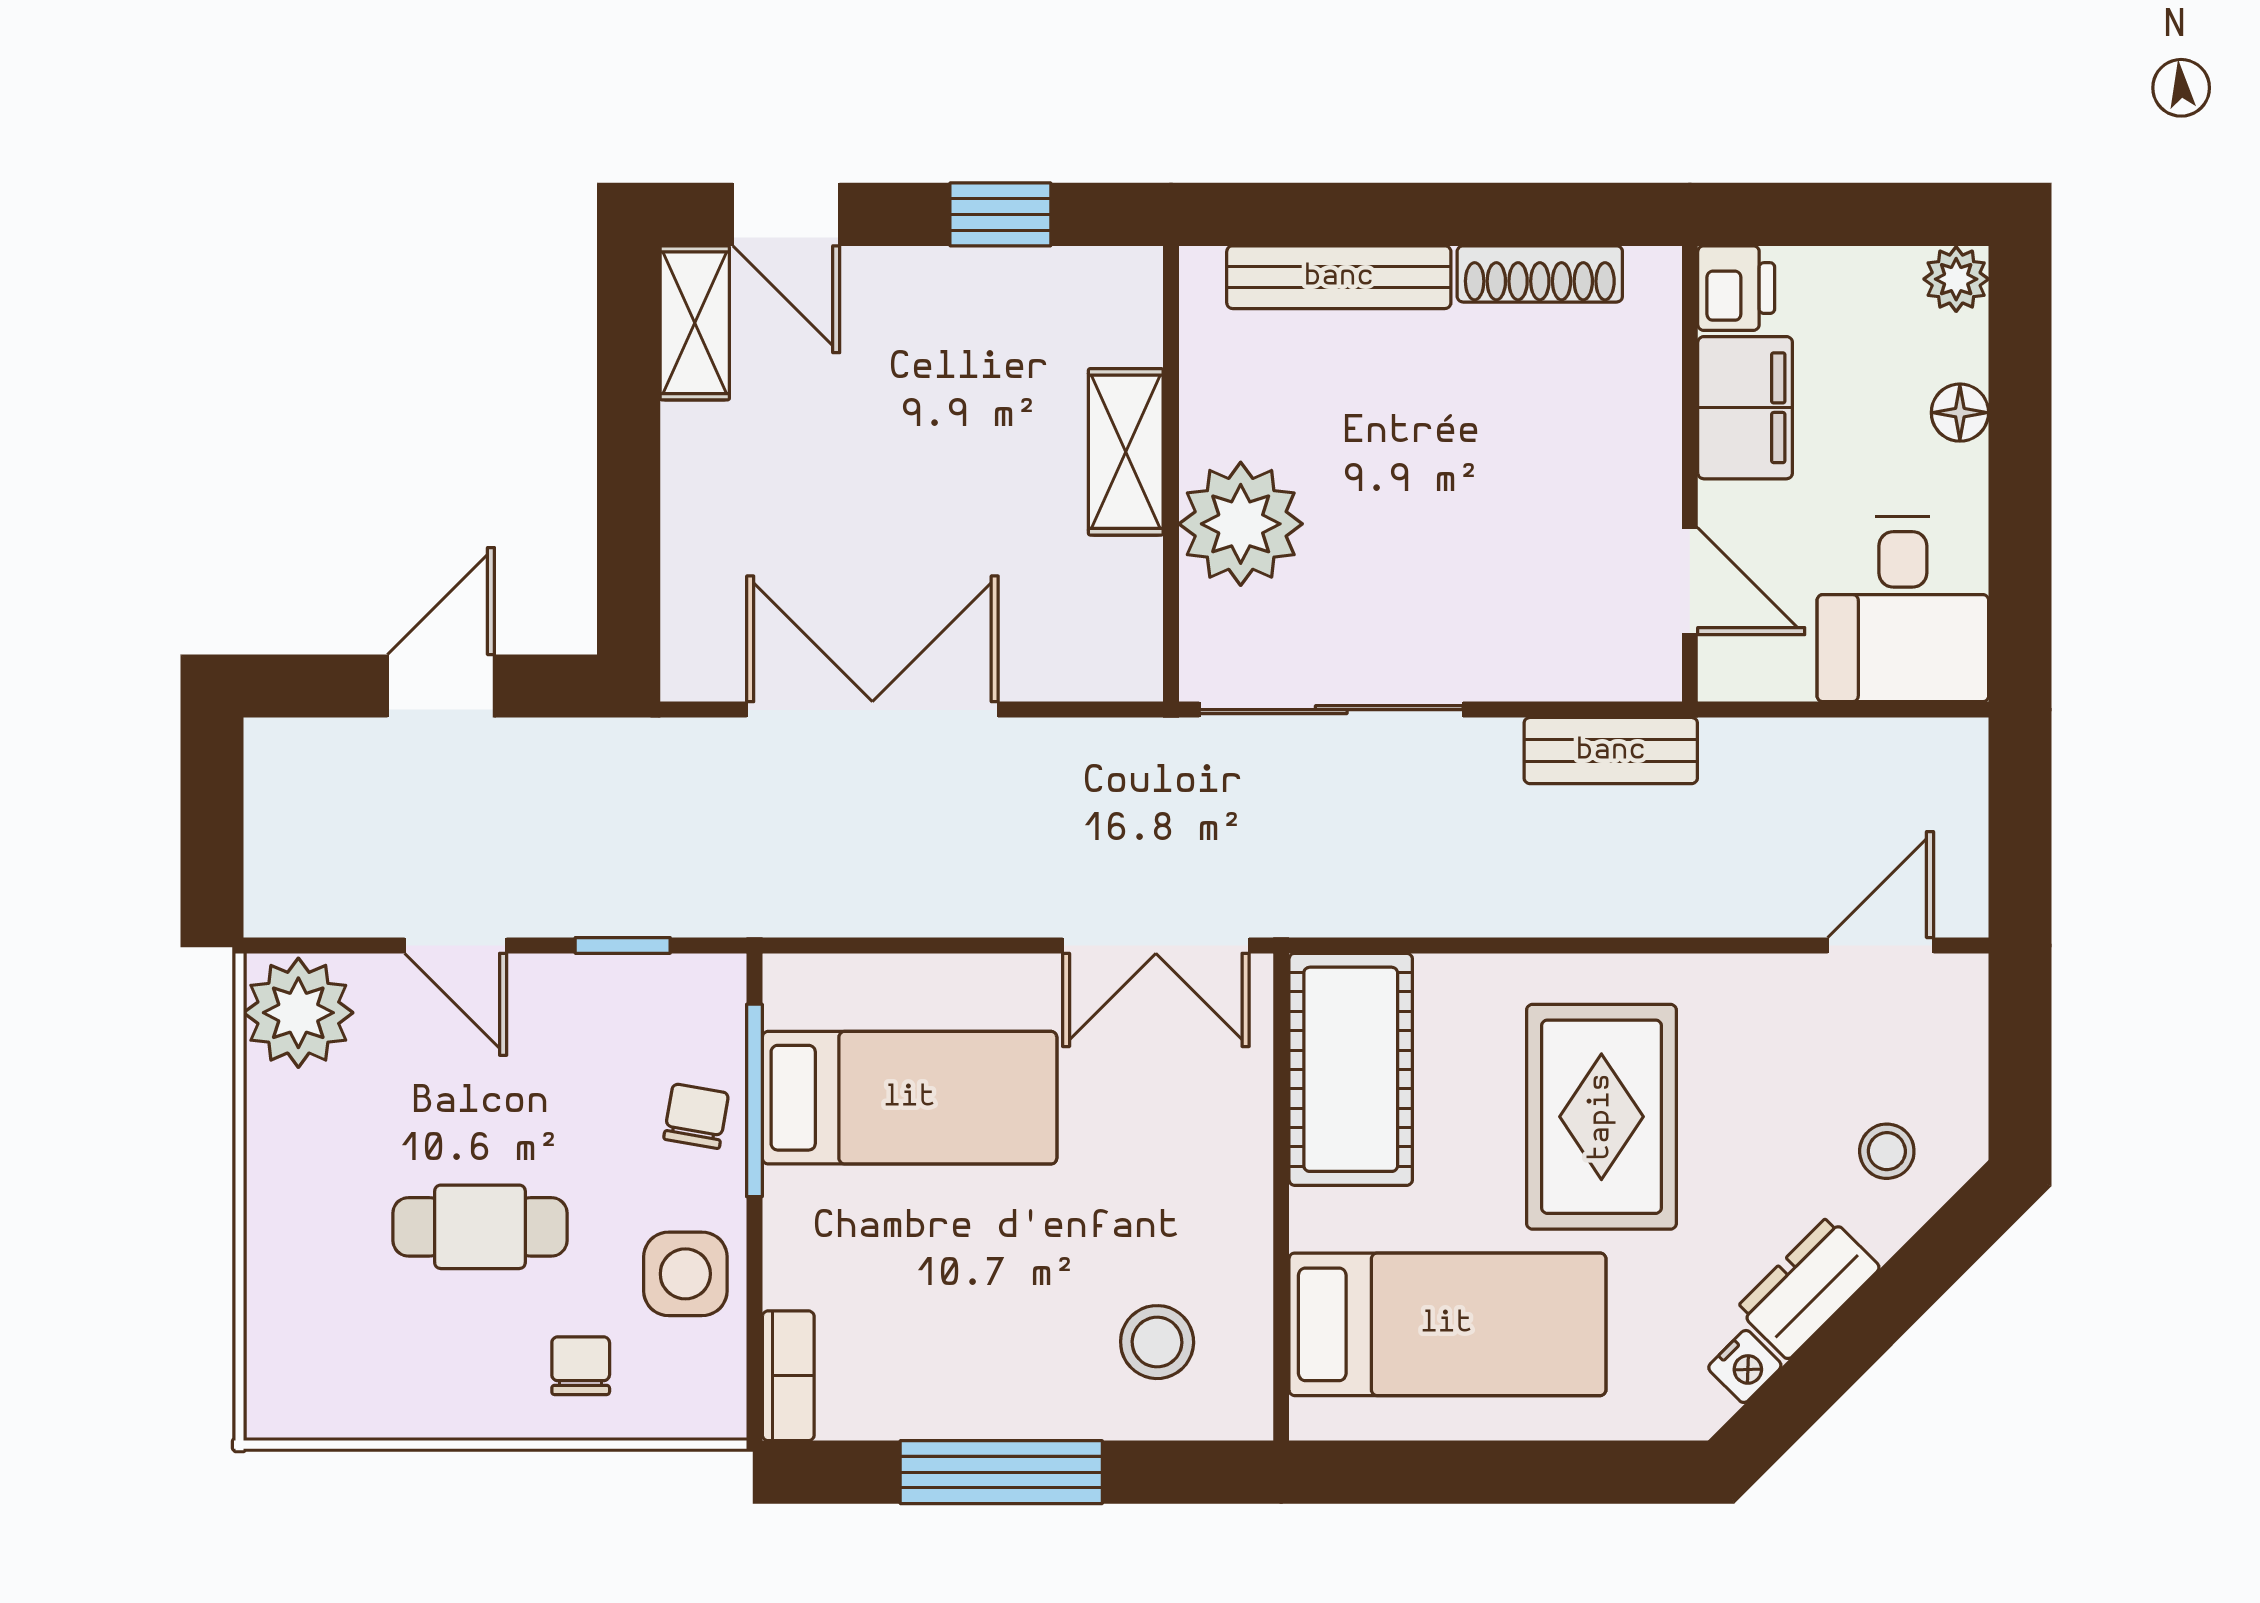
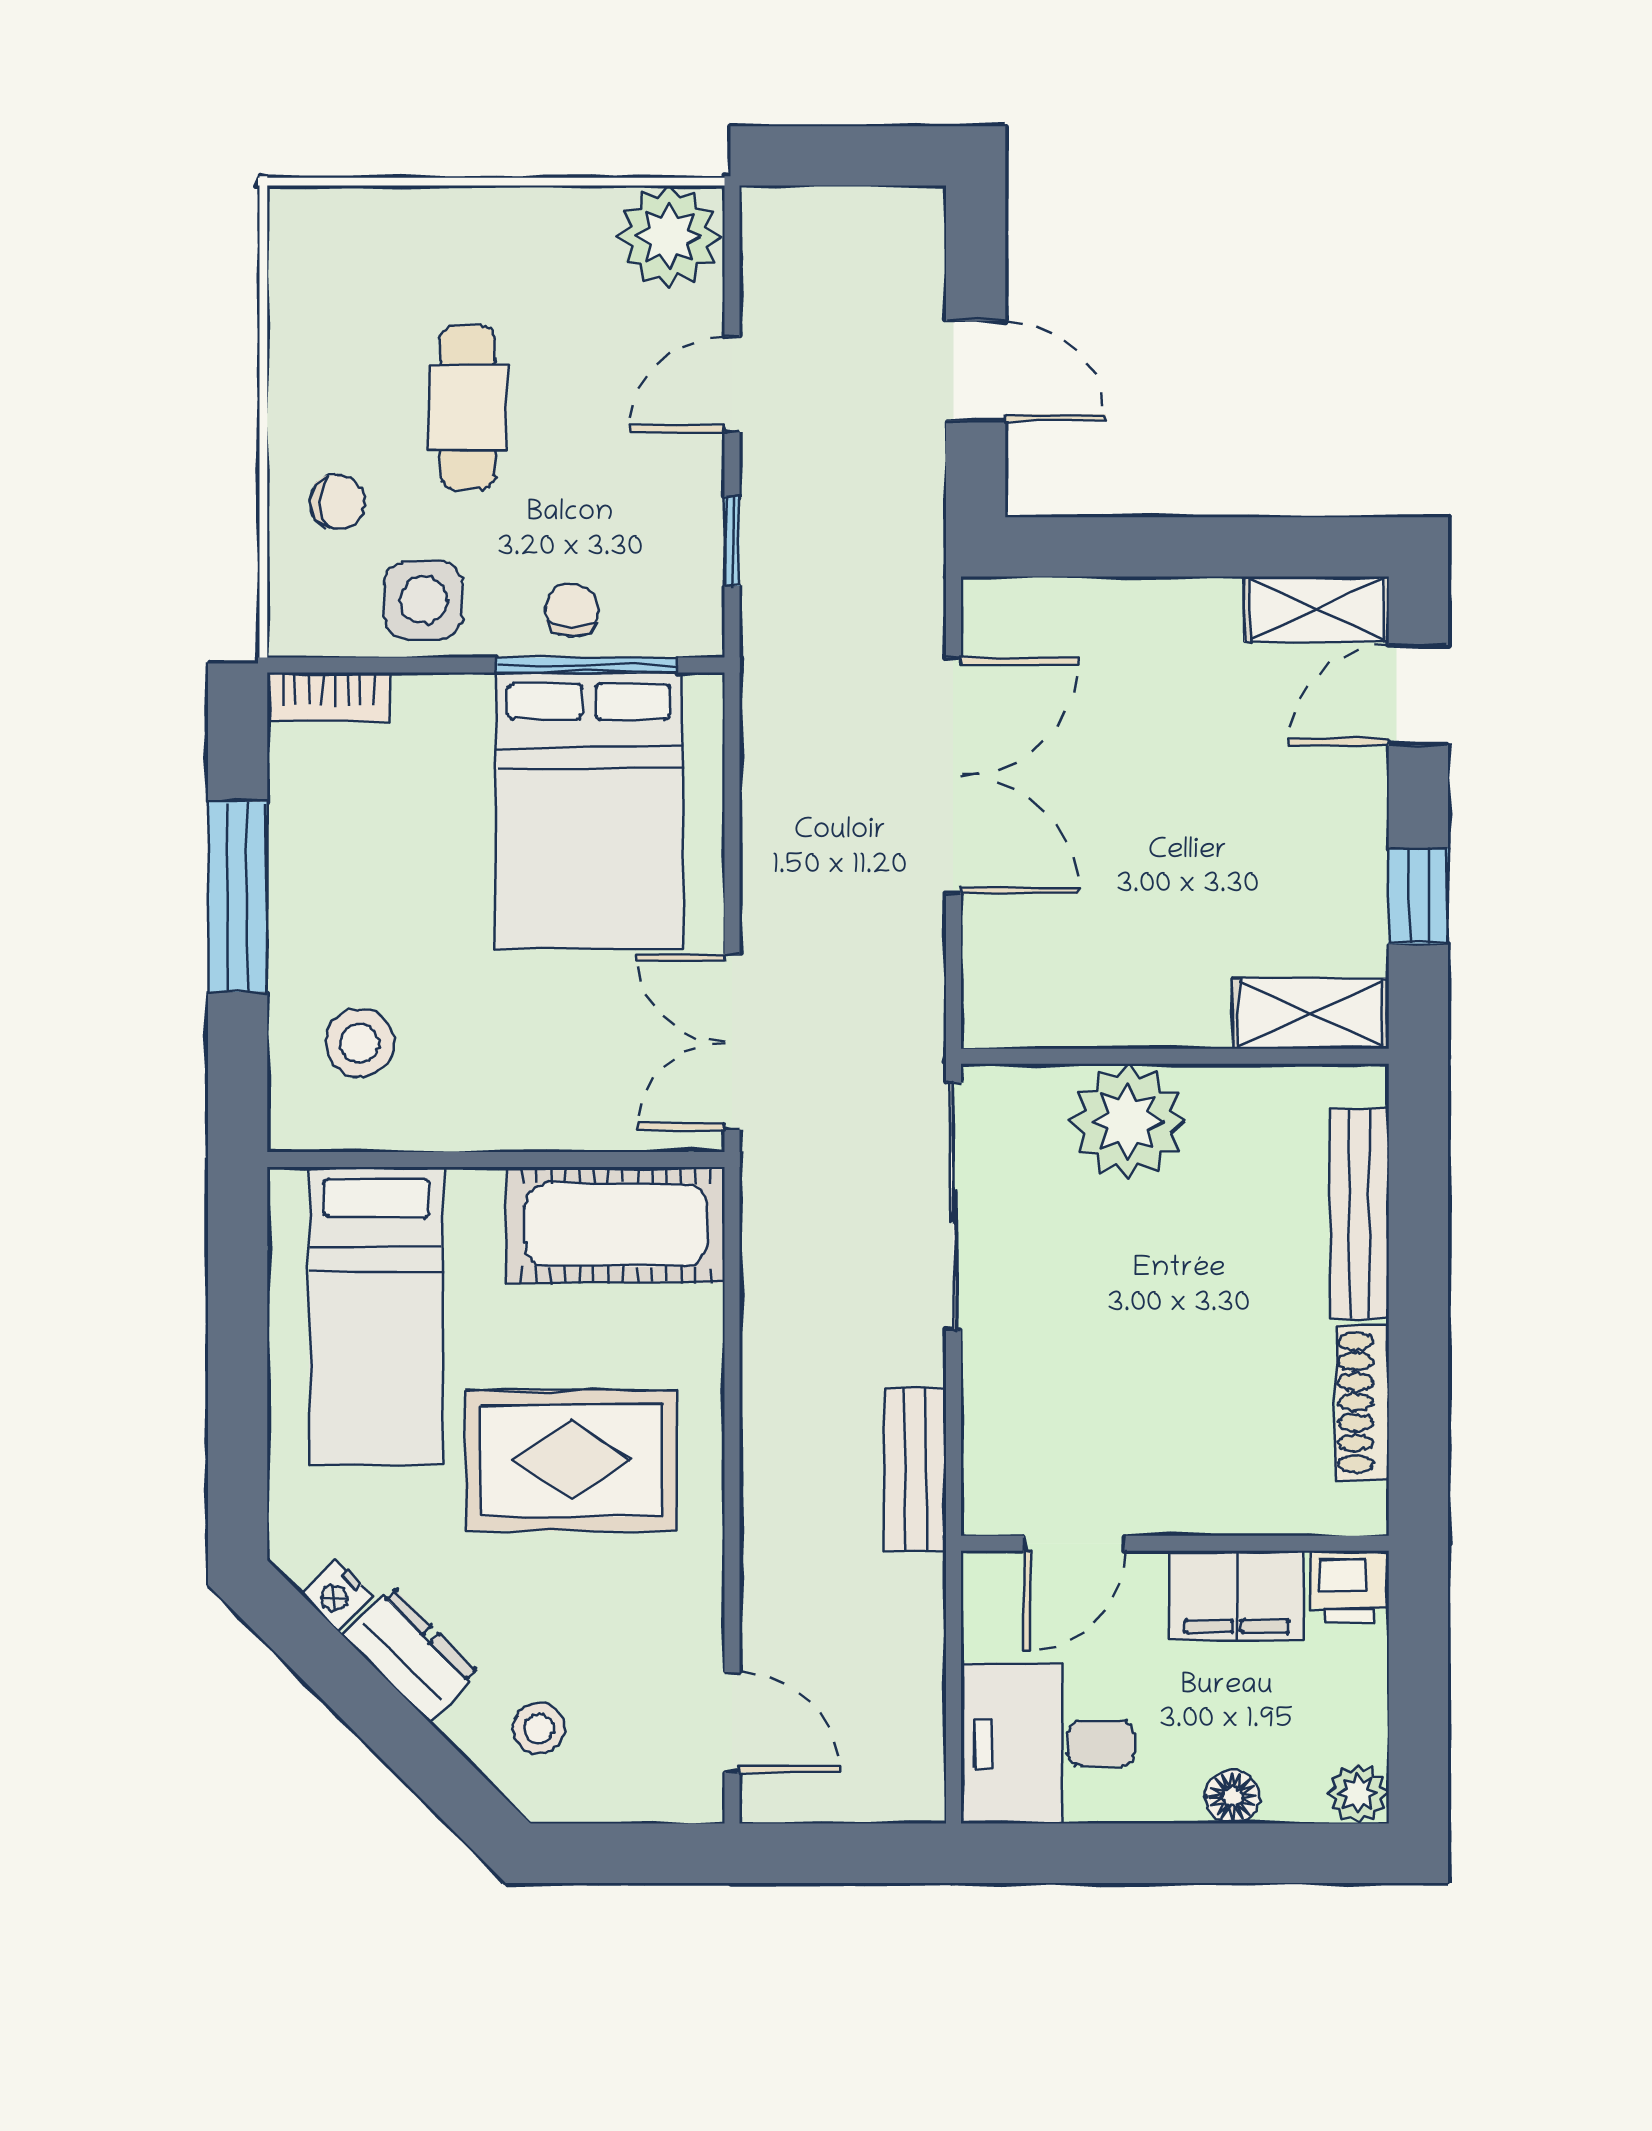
shelving: (1126, 452) -> (1311, 1014), moved
bed: (910, 1098) -> (589, 811), width x1.50
chair: (696, 1116) -> (572, 610), turned -100

